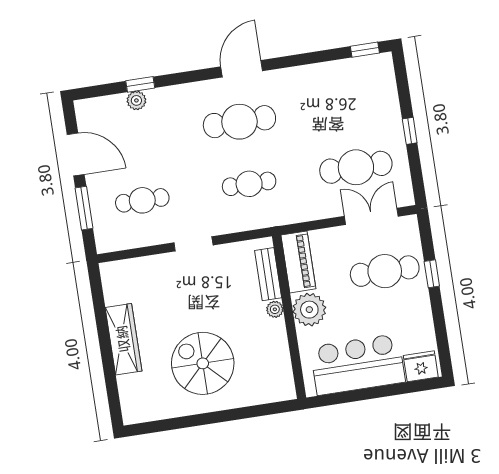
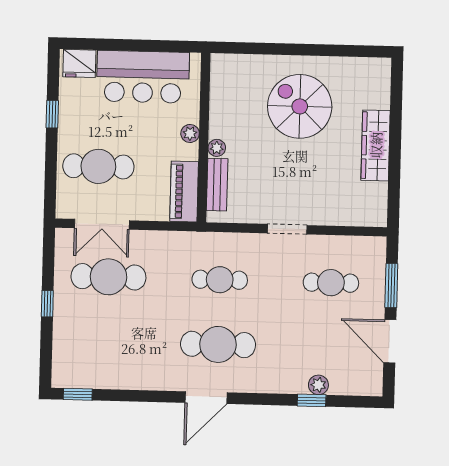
window: (432, 274) -> (52, 114), moved
plant: (309, 310) -> (190, 133), width x0.53, depth x0.53
spiral stairs: (203, 363) -> (300, 106), turned 180

